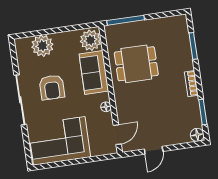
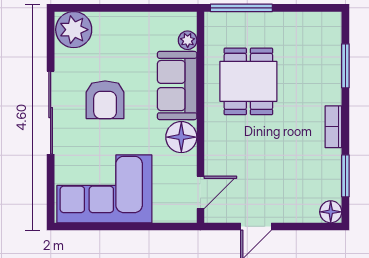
plant: (91, 40) -> (188, 40), width x0.53, depth x0.53
plant: (42, 46) -> (74, 30), moved
dining table: (136, 64) -> (248, 81), turned 90
floor lamp: (106, 107) -> (181, 137), width x1.89, depth x1.89

